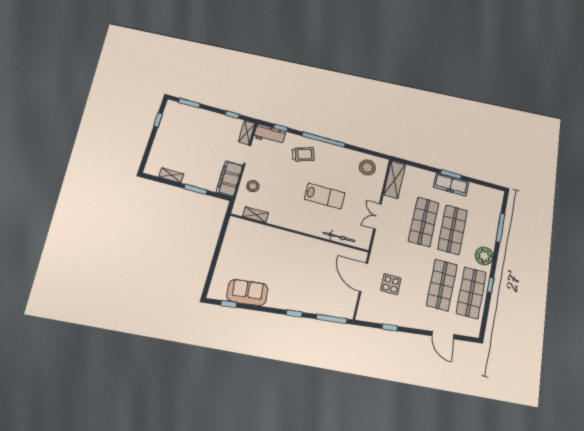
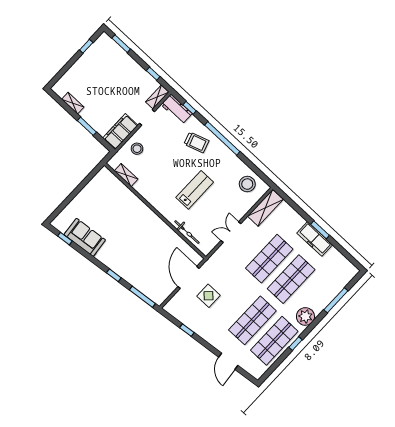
lab bench: (325, 196) -> (195, 190), turned -90

